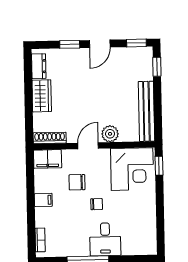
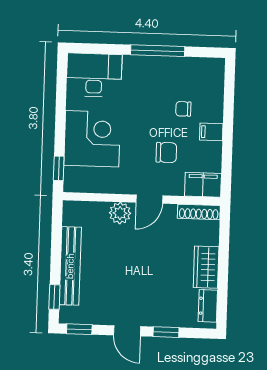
door: (100, 44) -> (127, 331), swing flipped
bench: (146, 111) -> (70, 266), moved
corner desk: (132, 169) -> (92, 139), moved, turned 90
chair: (97, 204) -> (183, 109), moved
desk: (105, 239) -> (94, 75), moved, width x1.37
bookcase: (40, 240) -> (218, 80), removed

